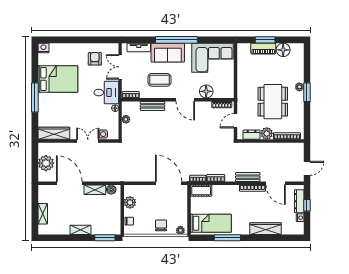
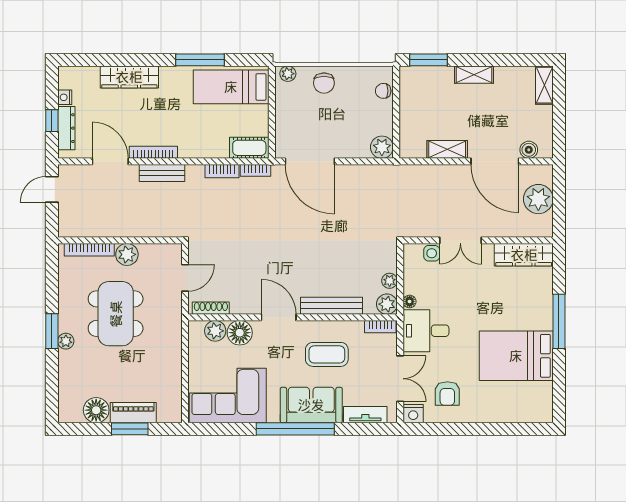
nightstand: (43, 48) -> (413, 414), moved
plant: (219, 92) -> (215, 331), added
bench: (153, 106) -> (331, 306), width x1.36
plant: (127, 107) -> (387, 304), added
dresser: (252, 135) -> (155, 252), removed
boiler: (111, 190) -> (529, 150), moved
plant: (130, 202) -> (382, 147), moved
shelving: (43, 214) -> (544, 85), moved

